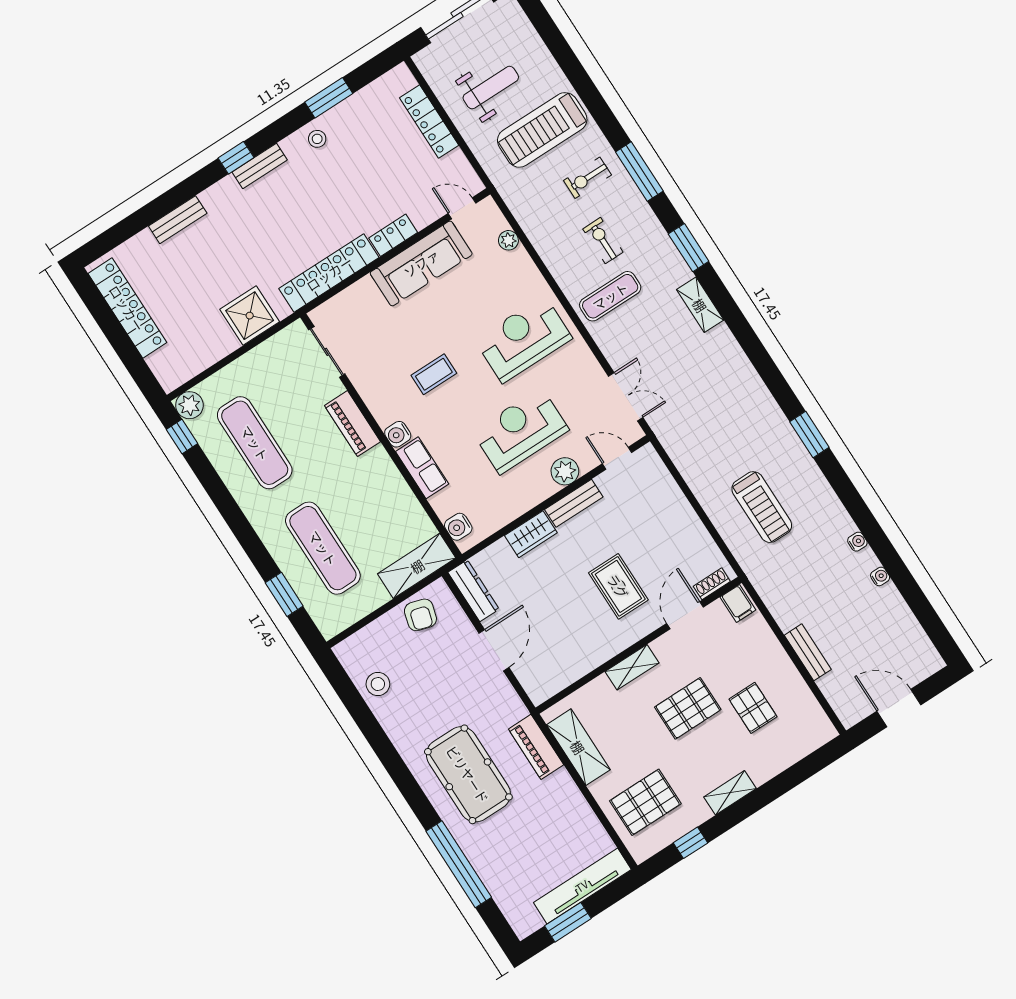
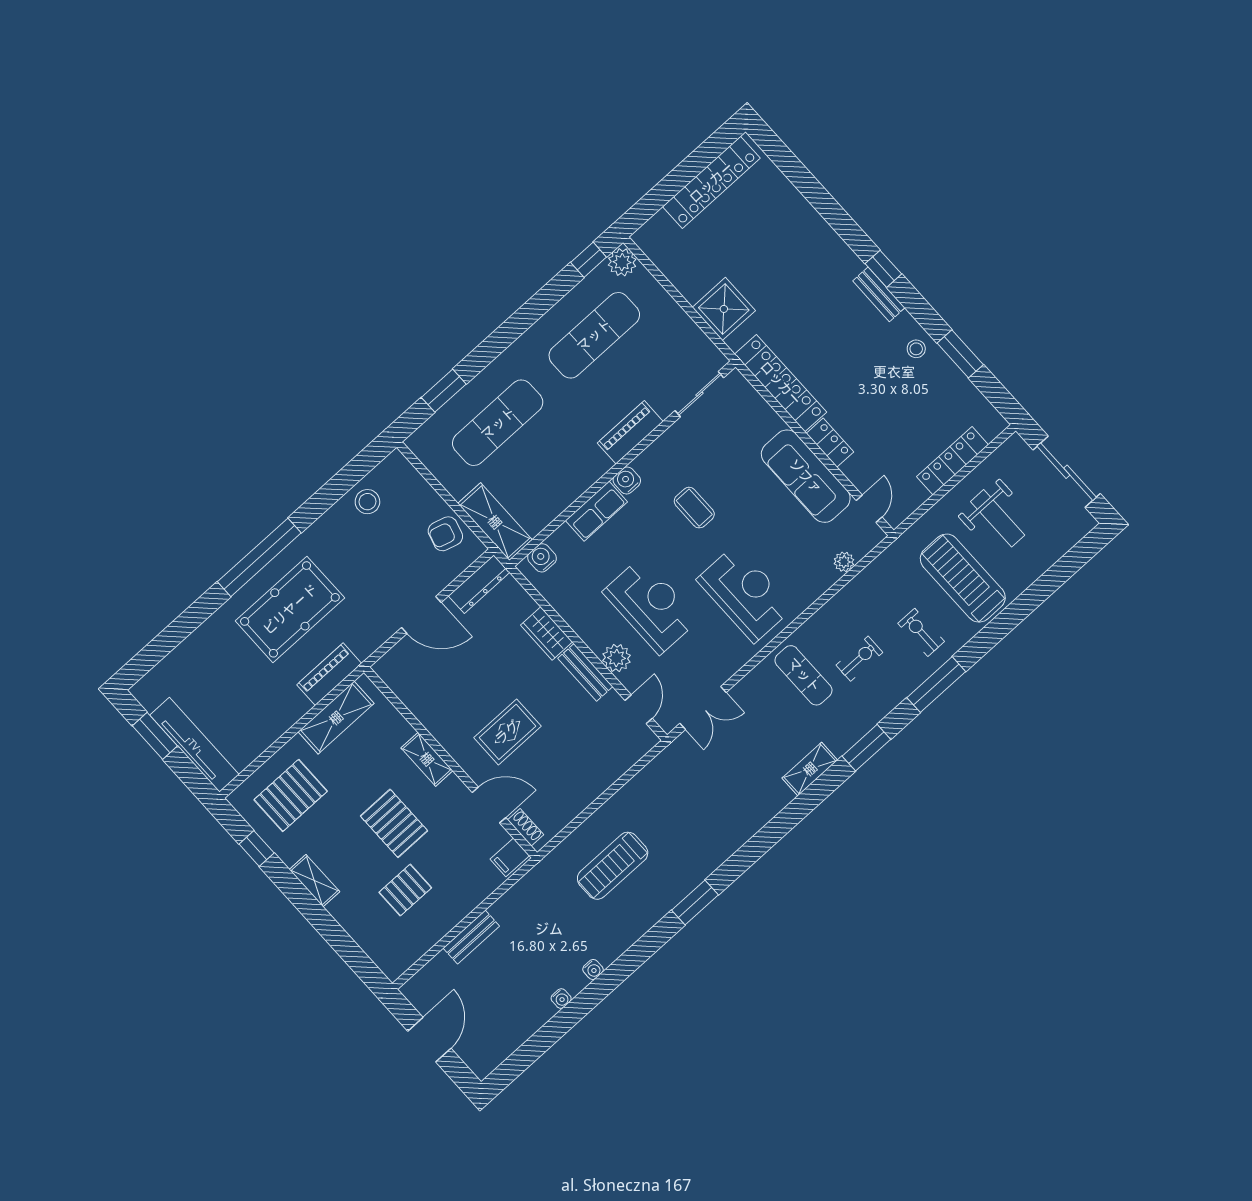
bench: (178, 220) -> (810, 219), removed
pallet: (645, 802) -> (291, 795), turned 90
window: (459, 864) -> (259, 557), moved

